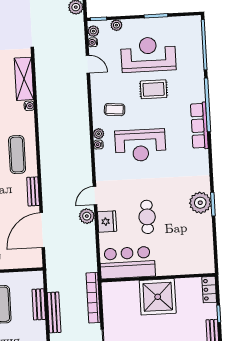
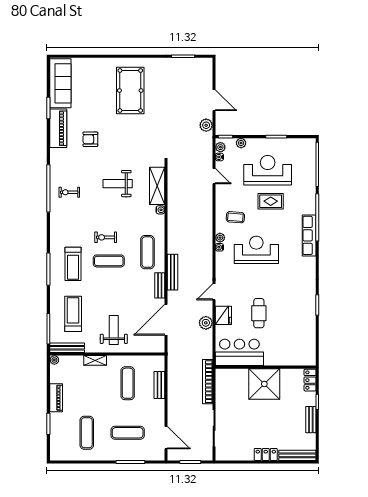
reception desk: (140, 145) -> (256, 250), turned 180
plant: (200, 203) -> (306, 303), removed
plant: (87, 216) -> (206, 323), moved
bench: (54, 312) -> (172, 272), moved

